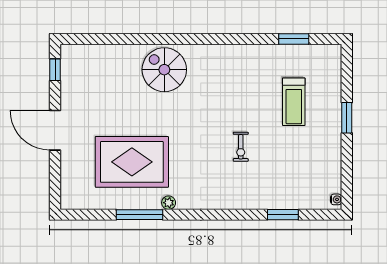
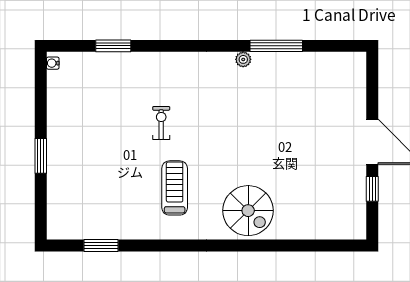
window: (55, 70) -> (372, 189), moved
treadmill: (294, 102) -> (175, 188), moved
rug: (132, 162) -> (285, 106), removed

